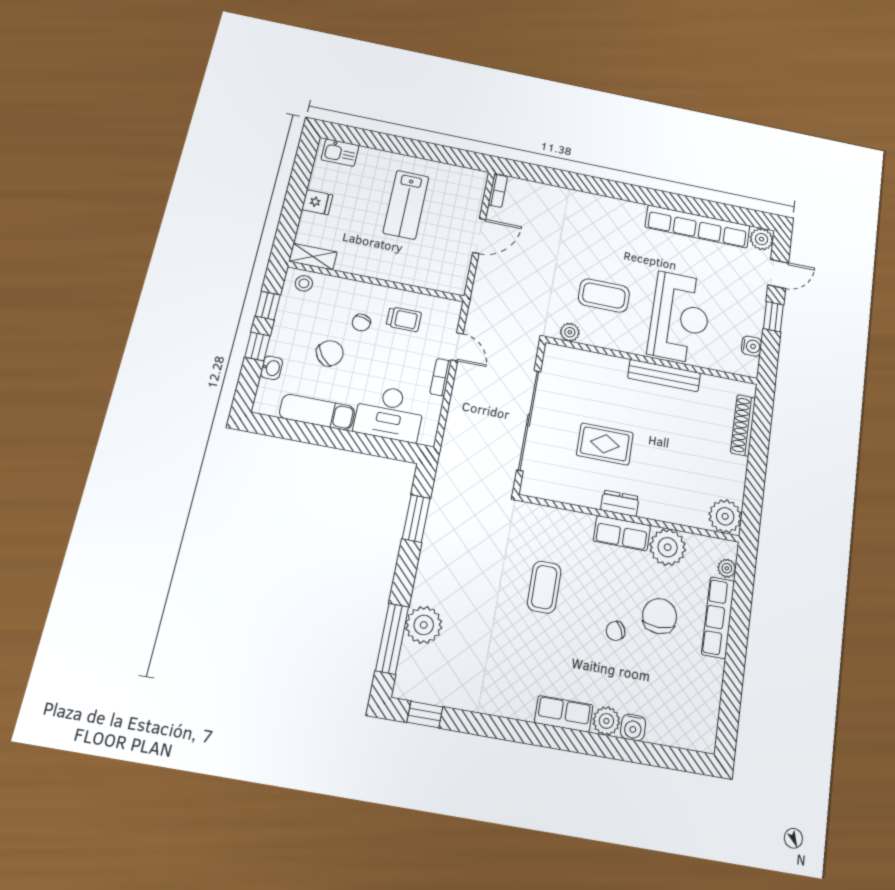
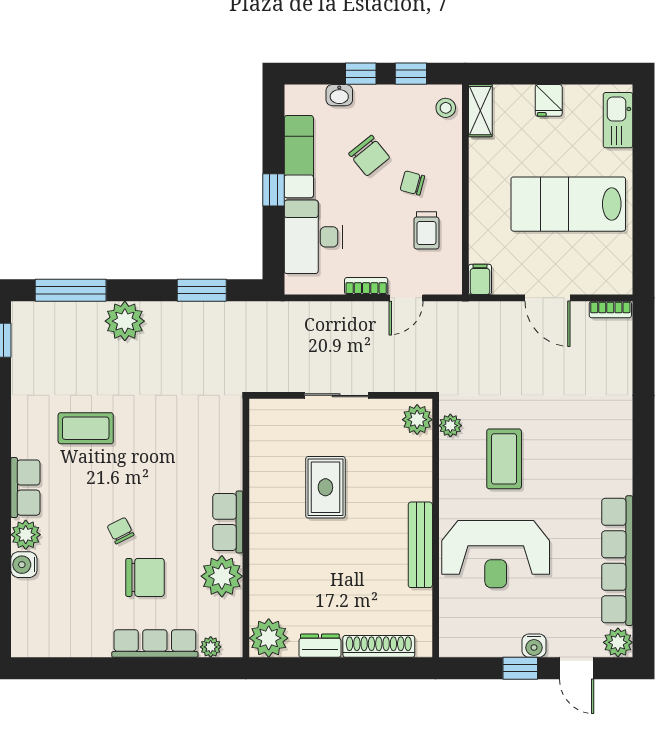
kitchen sink: (340, 153) -> (618, 120), width x1.38
lab bench: (406, 205) -> (568, 204), width x1.36, depth x1.39
filing cabinet: (454, 285) -> (480, 279), added
water cooler: (752, 346) -> (534, 646), moved
plant: (560, 358) -> (417, 420), added
sliding door: (529, 420) -> (336, 395), width x0.54
window: (341, 439) -> (274, 190), added
dresser: (620, 503) -> (320, 646), moved, turned -90
coffee table: (544, 587) -> (86, 428), moved
plant: (424, 625) -> (125, 321), moved

